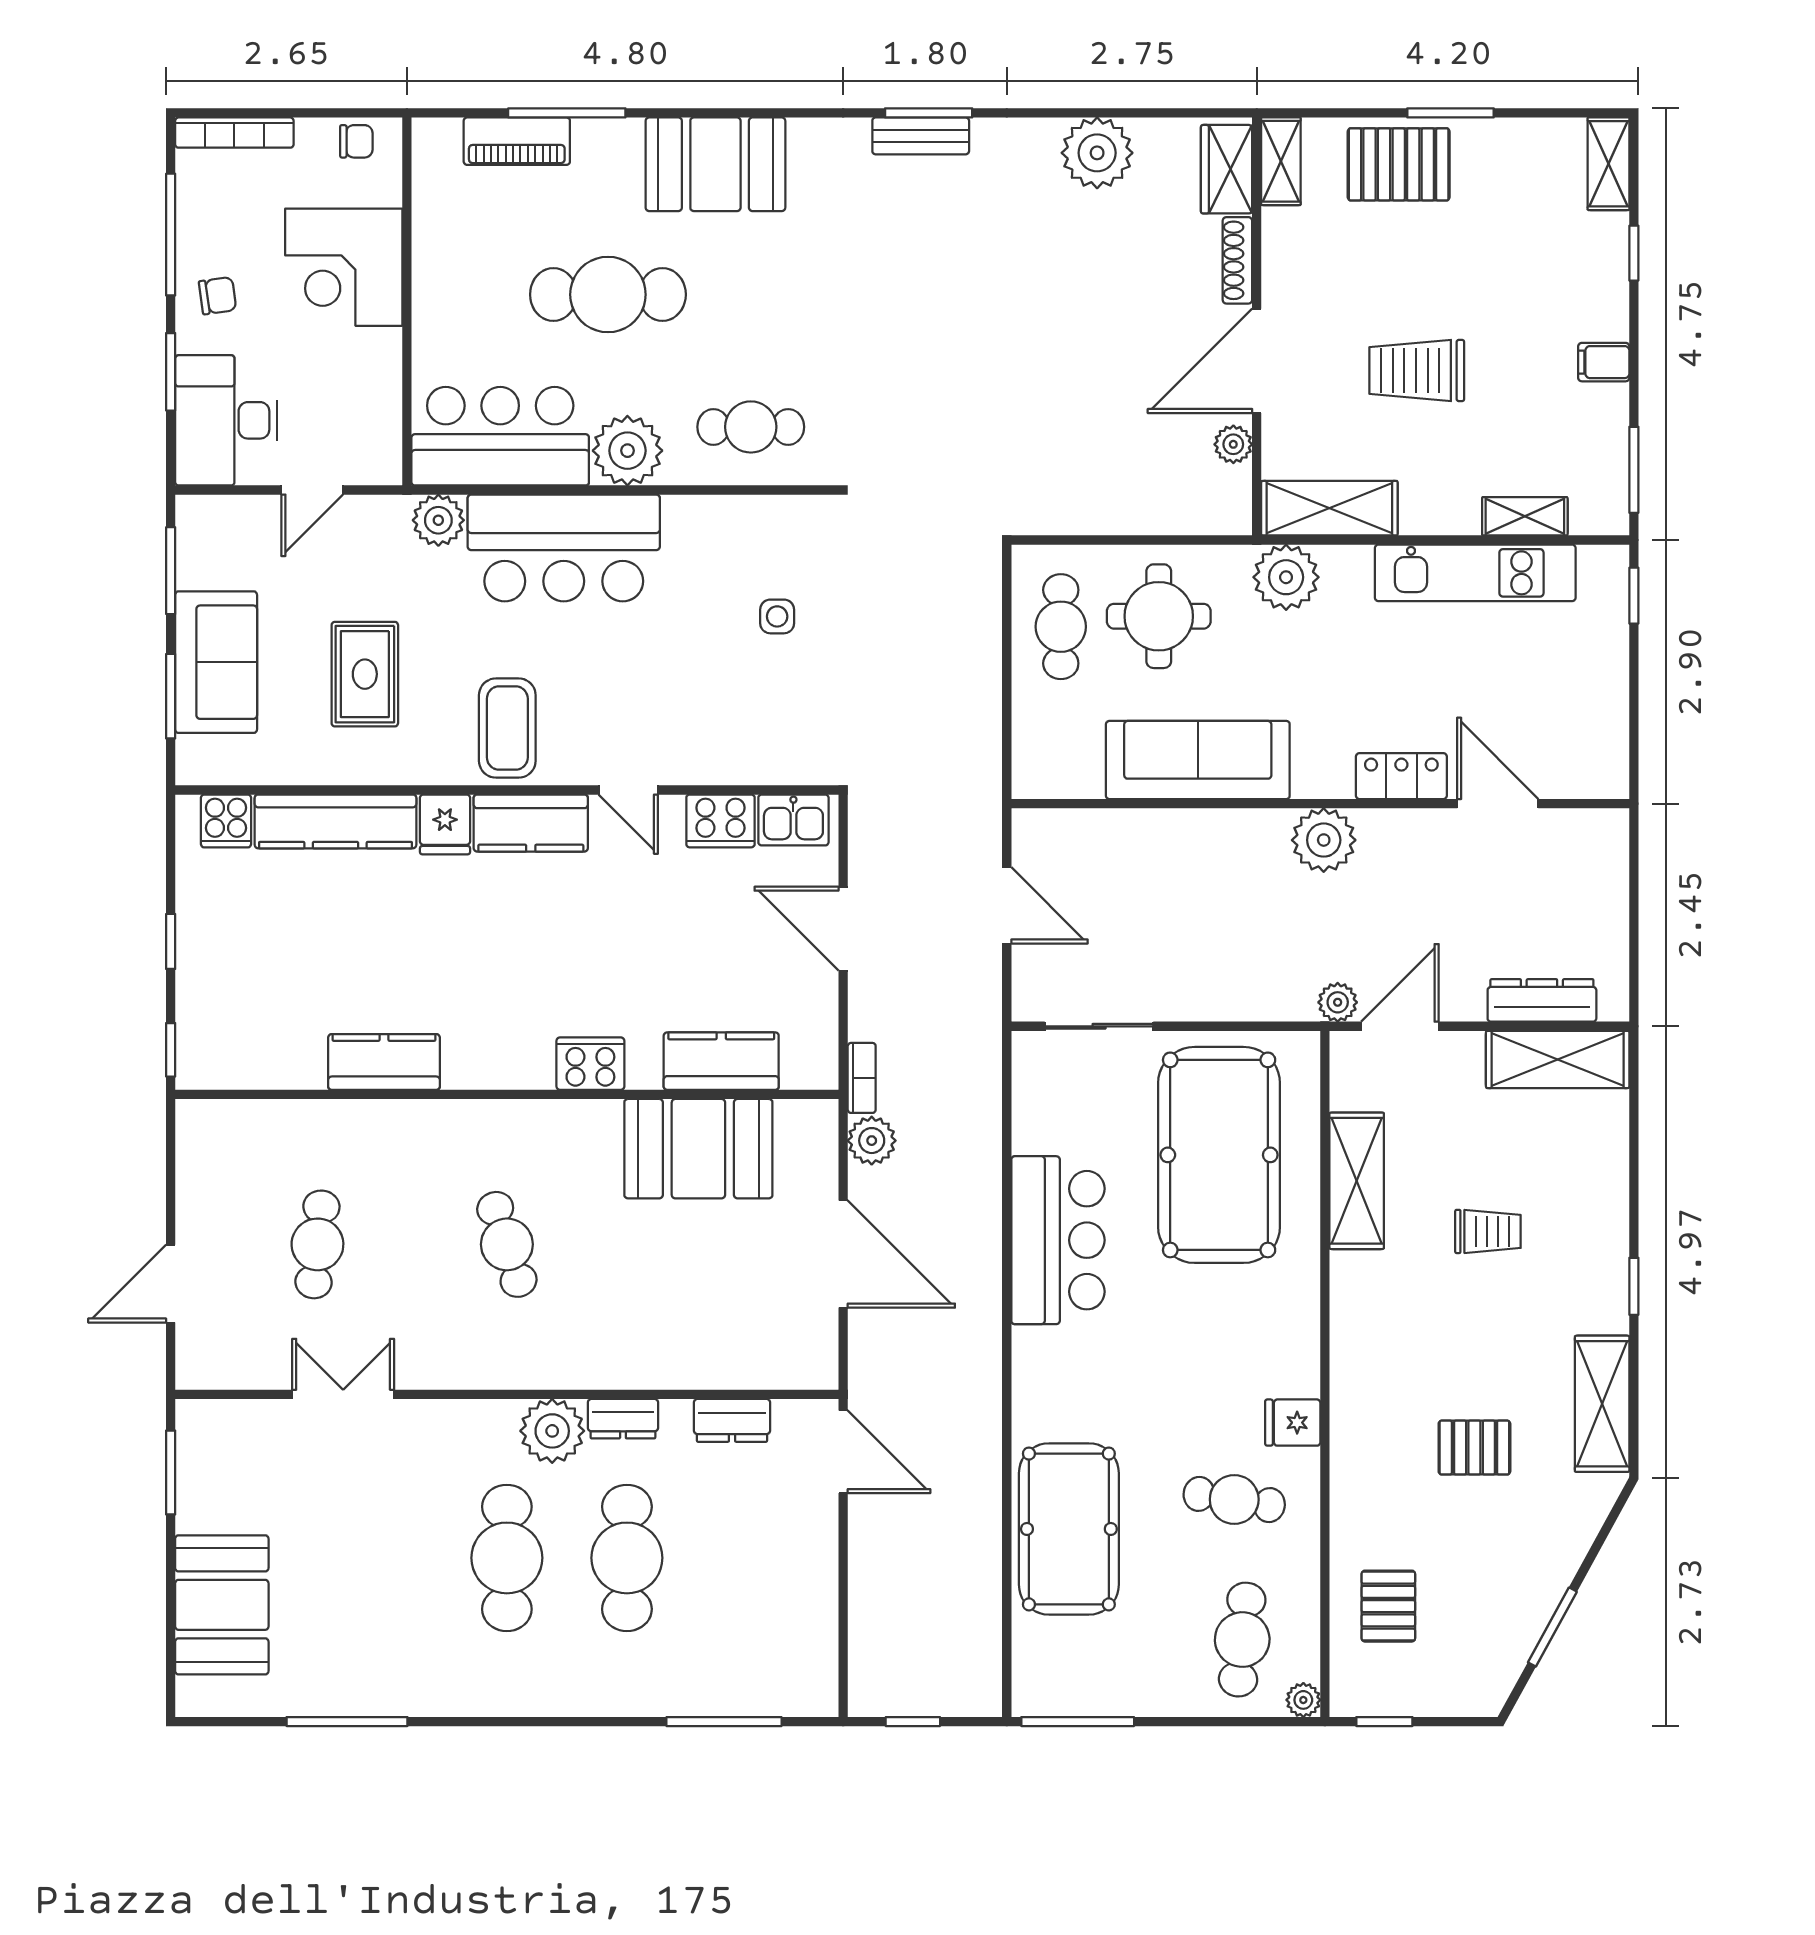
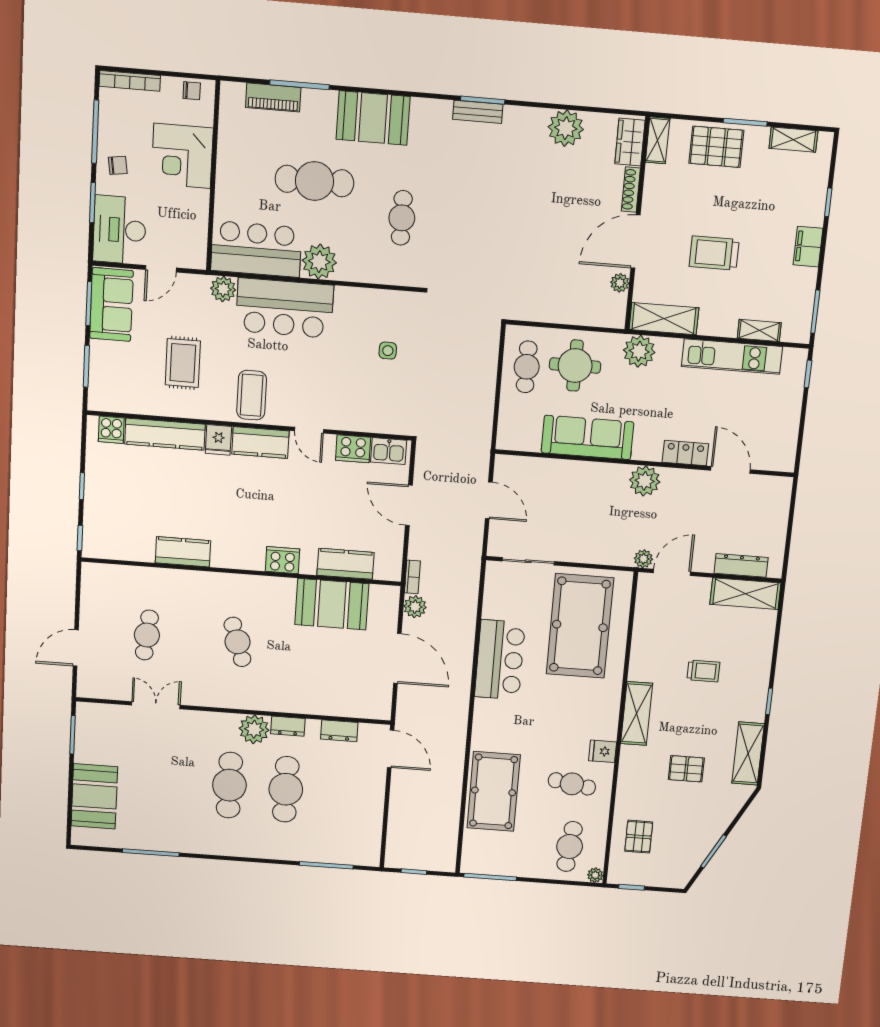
shelving: (1608, 164) -> (793, 140), moved, turned 90
filing cabinet: (1604, 362) -> (808, 247), width x2.00
cafe table: (751, 427) -> (402, 218), moved, turned 90
sofa: (216, 662) -> (111, 305), moved
shelving: (1357, 1181) -> (637, 713), moved

